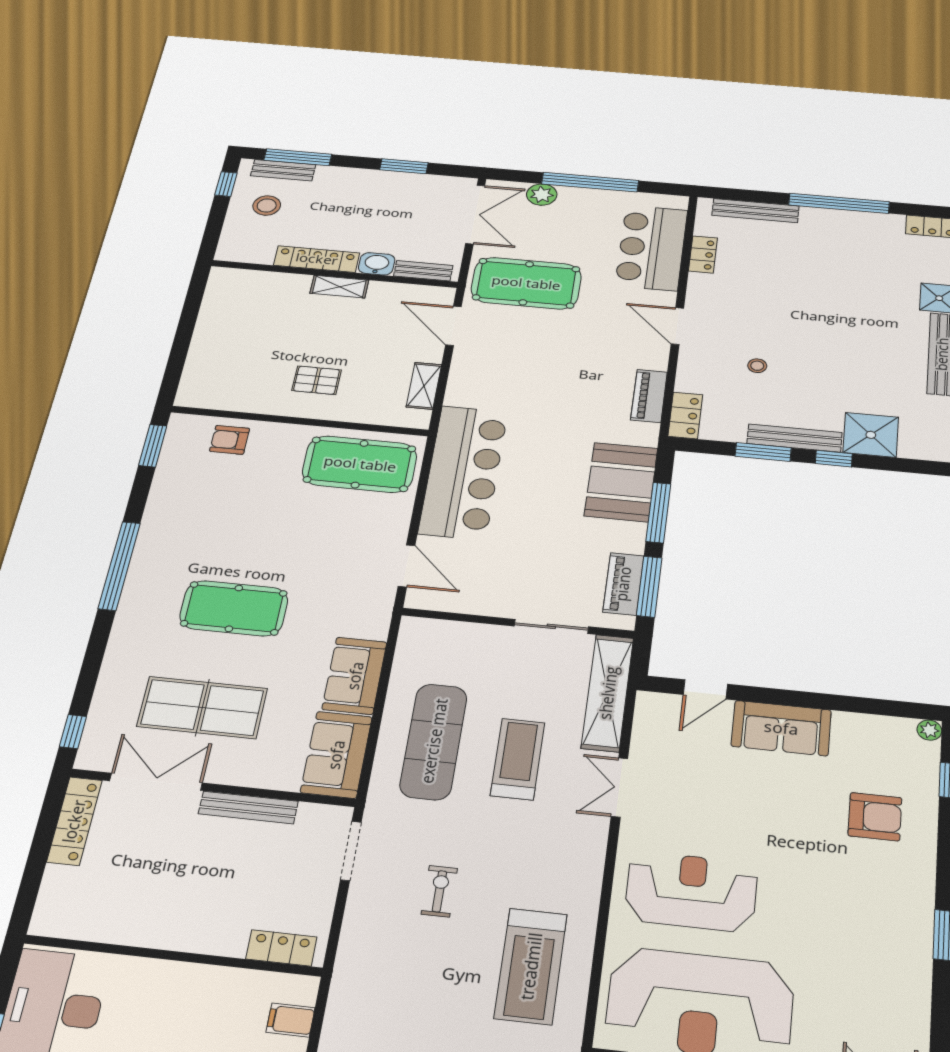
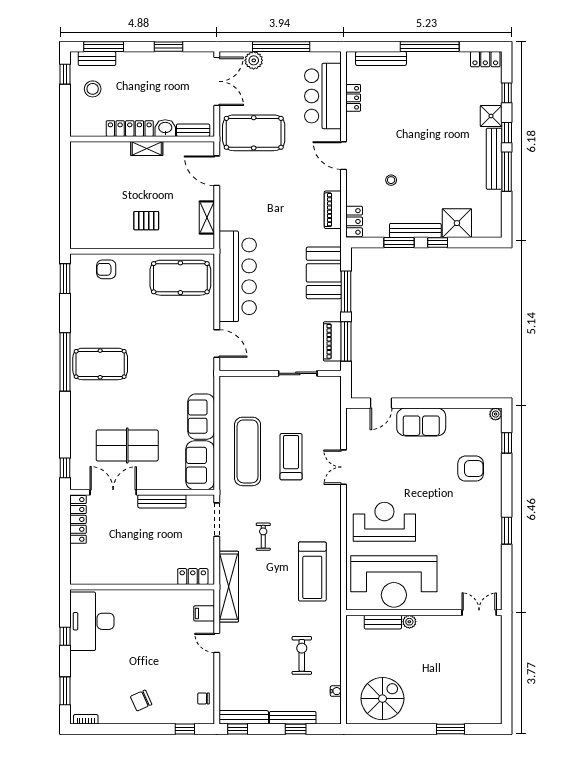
pool table: (234, 608) -> (100, 364), moved
shelving: (608, 693) -> (229, 587), moved

